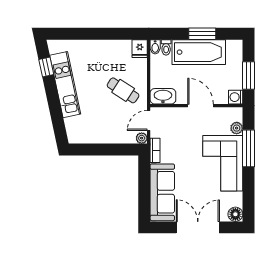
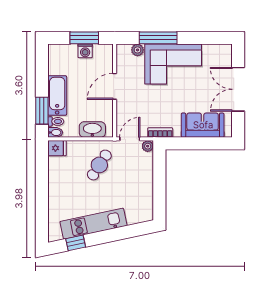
window: (202, 34) -> (42, 111), moved
bathtub: (199, 52) -> (57, 95), width x0.73, depth x0.73
washbasin: (163, 96) -> (92, 130), moved, turned 90
washing machine: (236, 97) -> (85, 51), moved
door: (149, 120) -> (130, 139), swing flipped
sofa: (162, 192) -> (203, 125), width x0.73
floor lamp: (235, 214) -> (225, 51), removed

